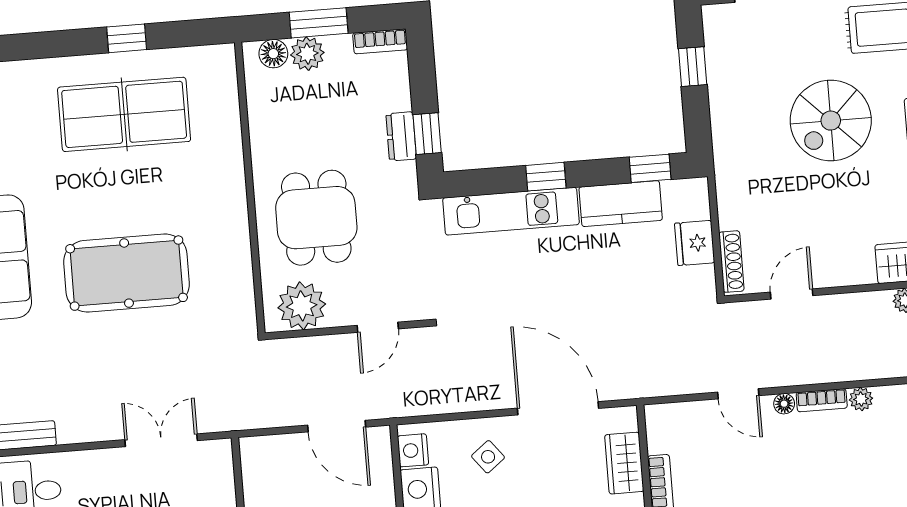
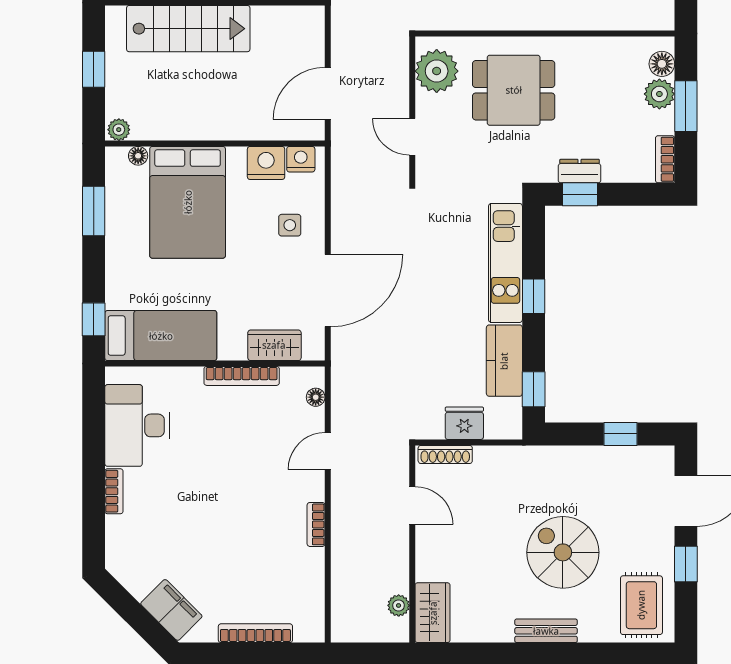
plant: (861, 399) -> (314, 559), removed
floor lamp: (784, 404) -> (316, 397), moved
side table: (488, 457) -> (290, 225), turned 38

